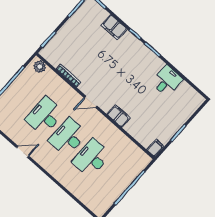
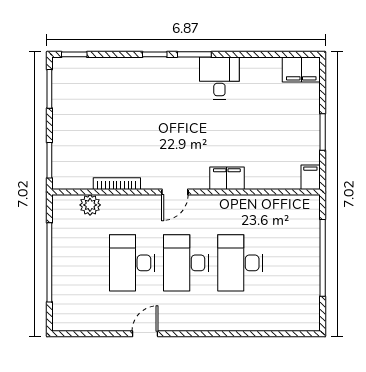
filing cabinet: (114, 27) -> (301, 69), moved
plant: (40, 67) -> (90, 205), moved
desk: (167, 81) -> (219, 78), moved

